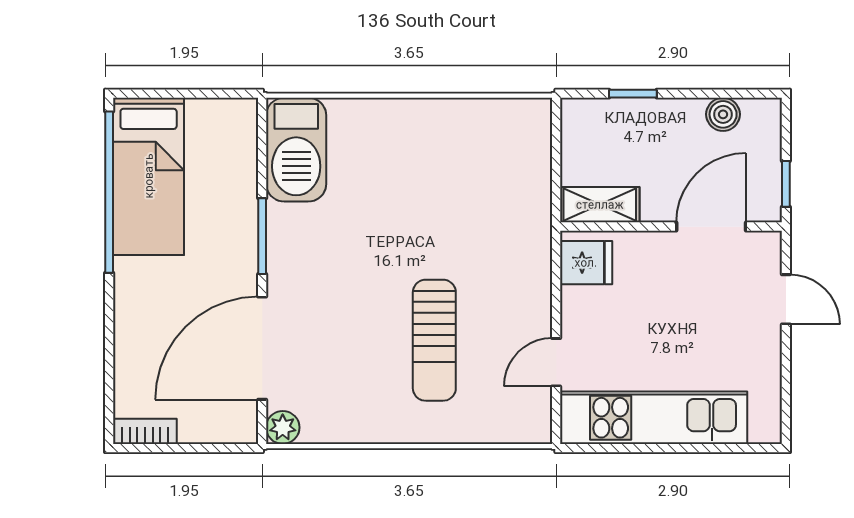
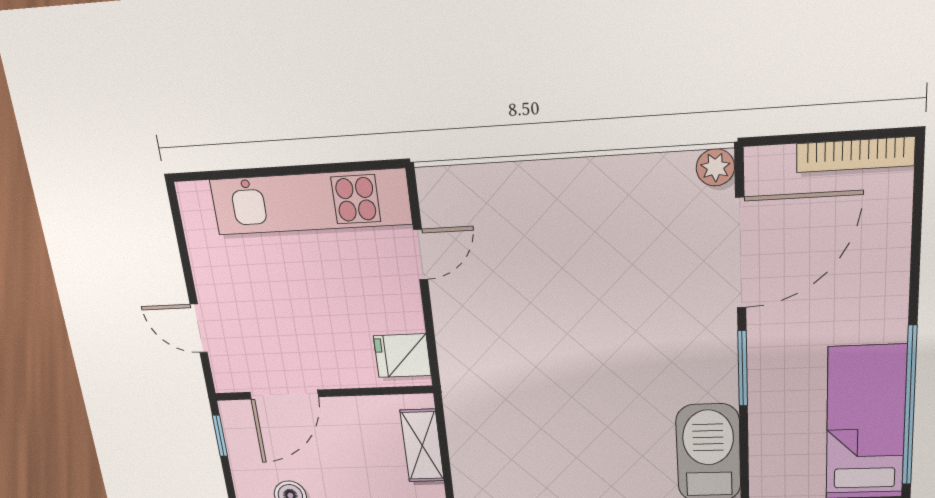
shelving: (600, 205) -> (422, 446), moved, turned 90
sun lounger: (434, 340) -> (552, 271), removed
bookcase: (145, 431) -> (855, 155), width x1.56

